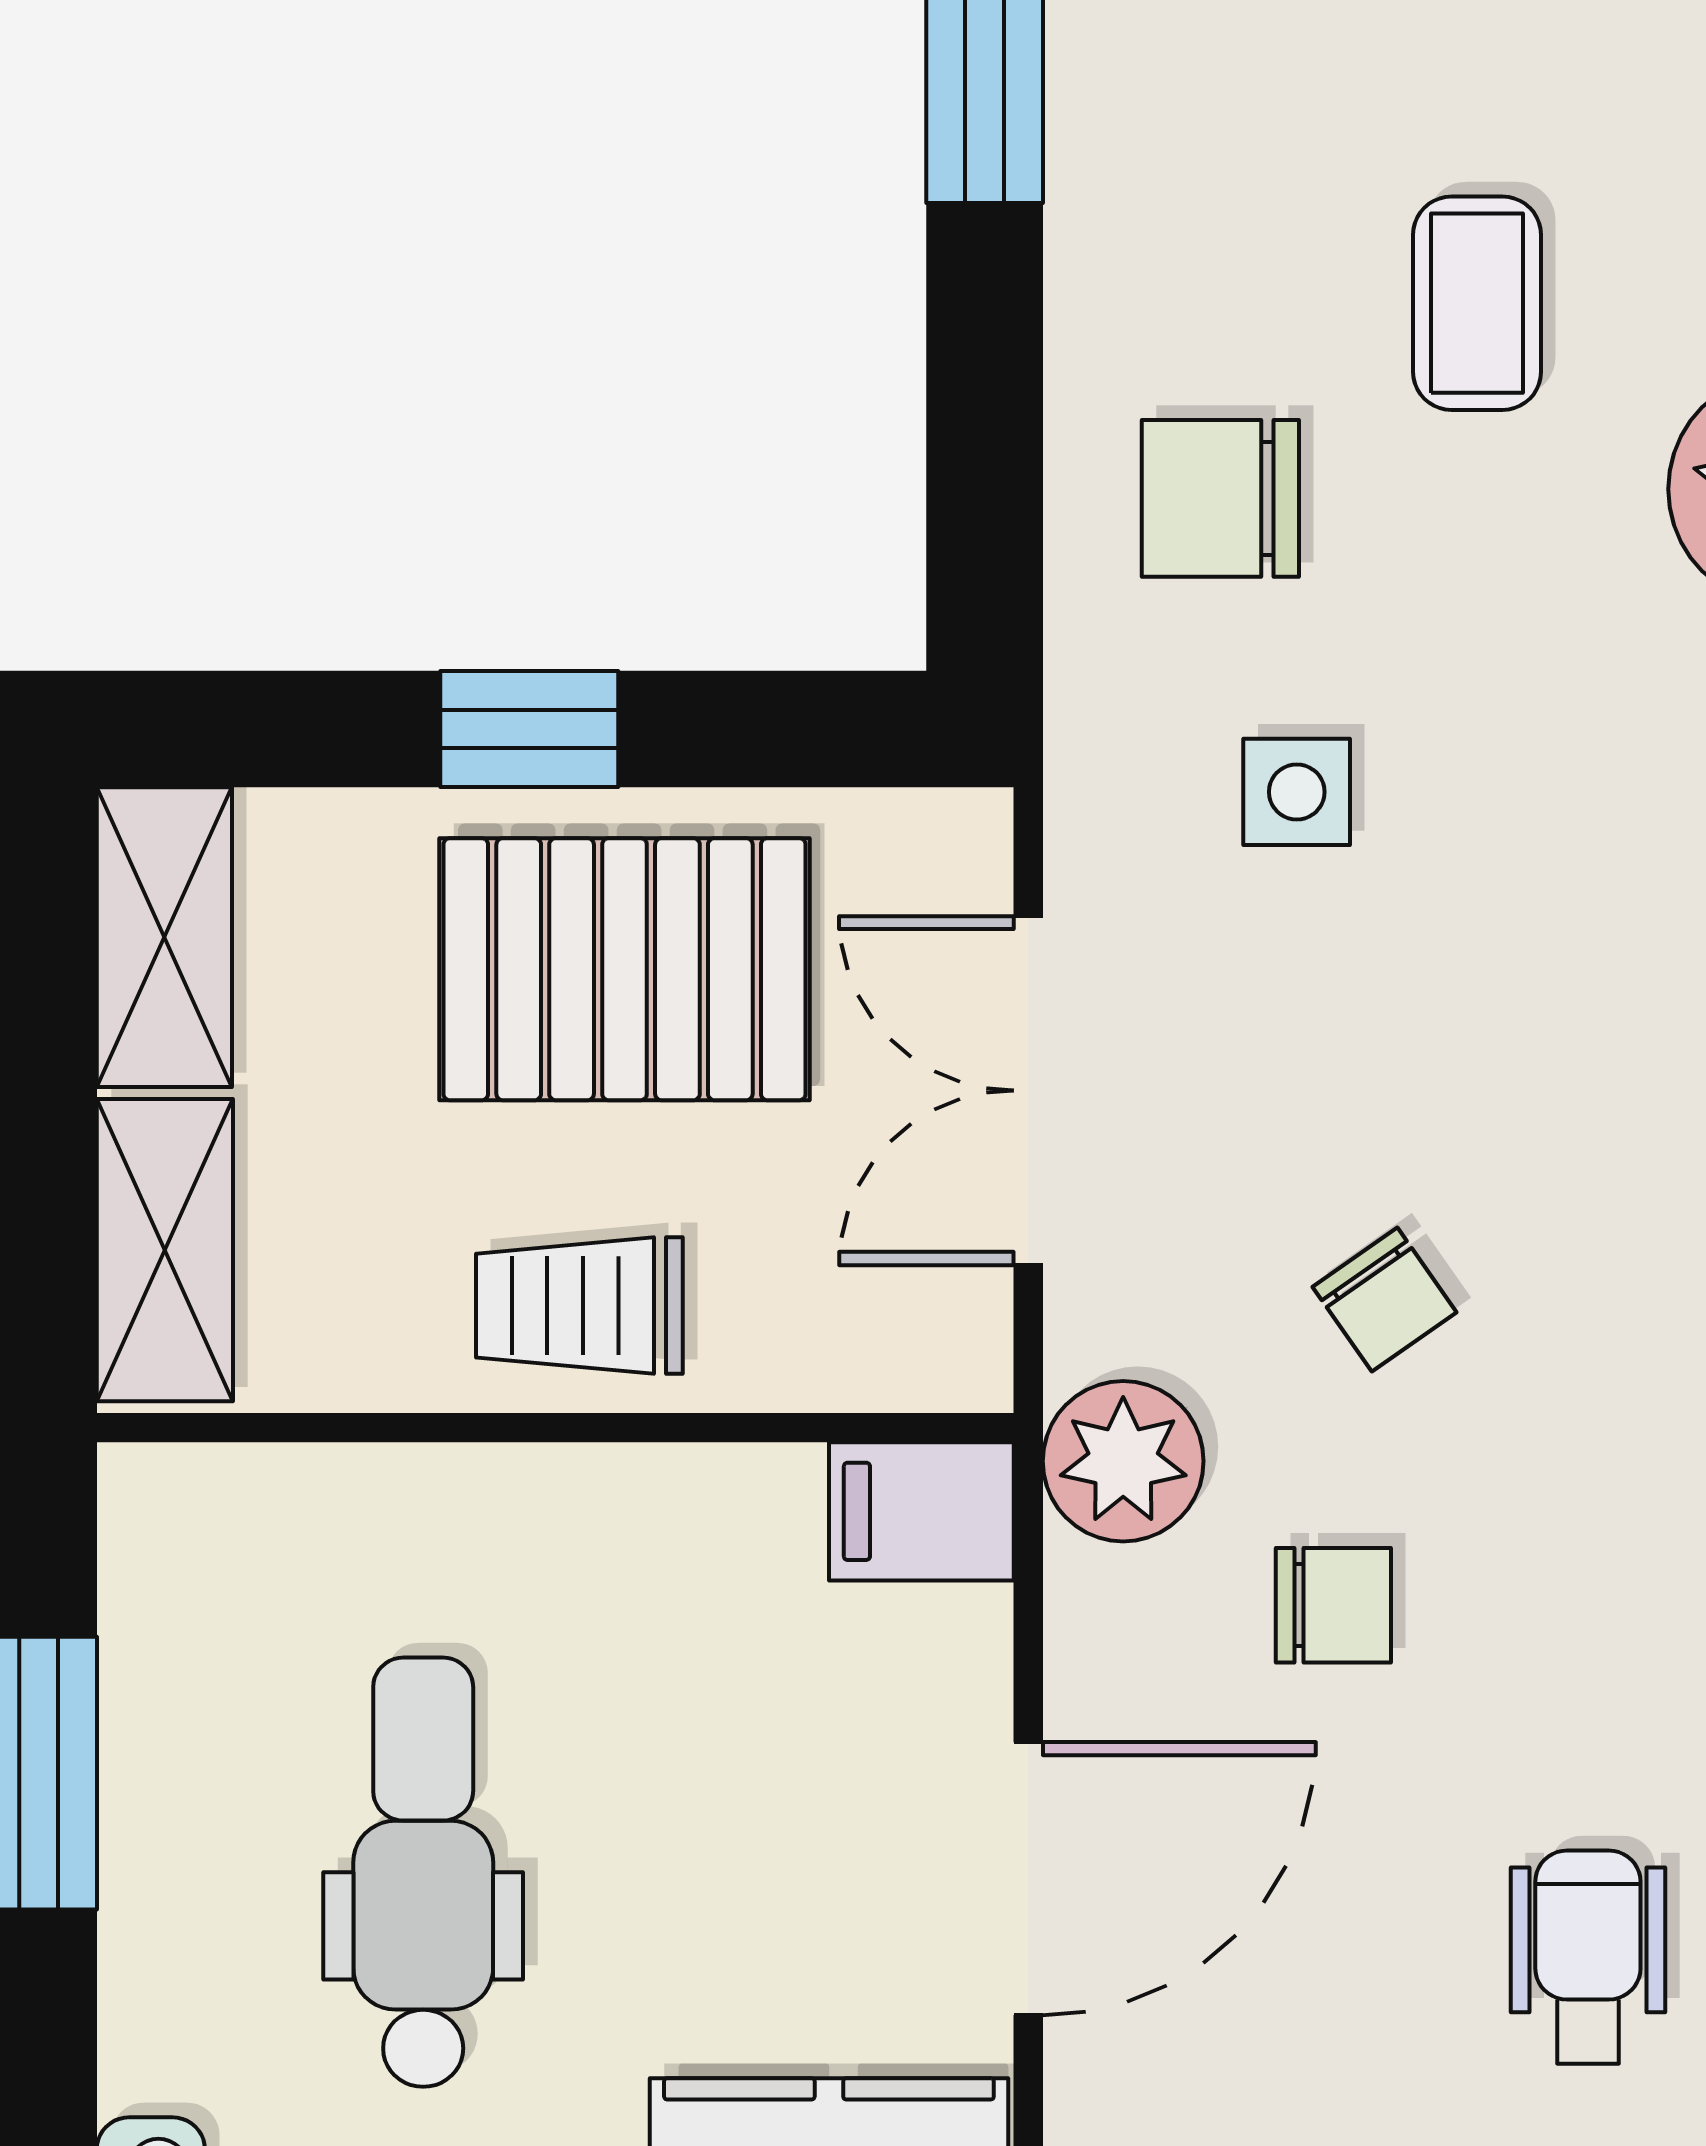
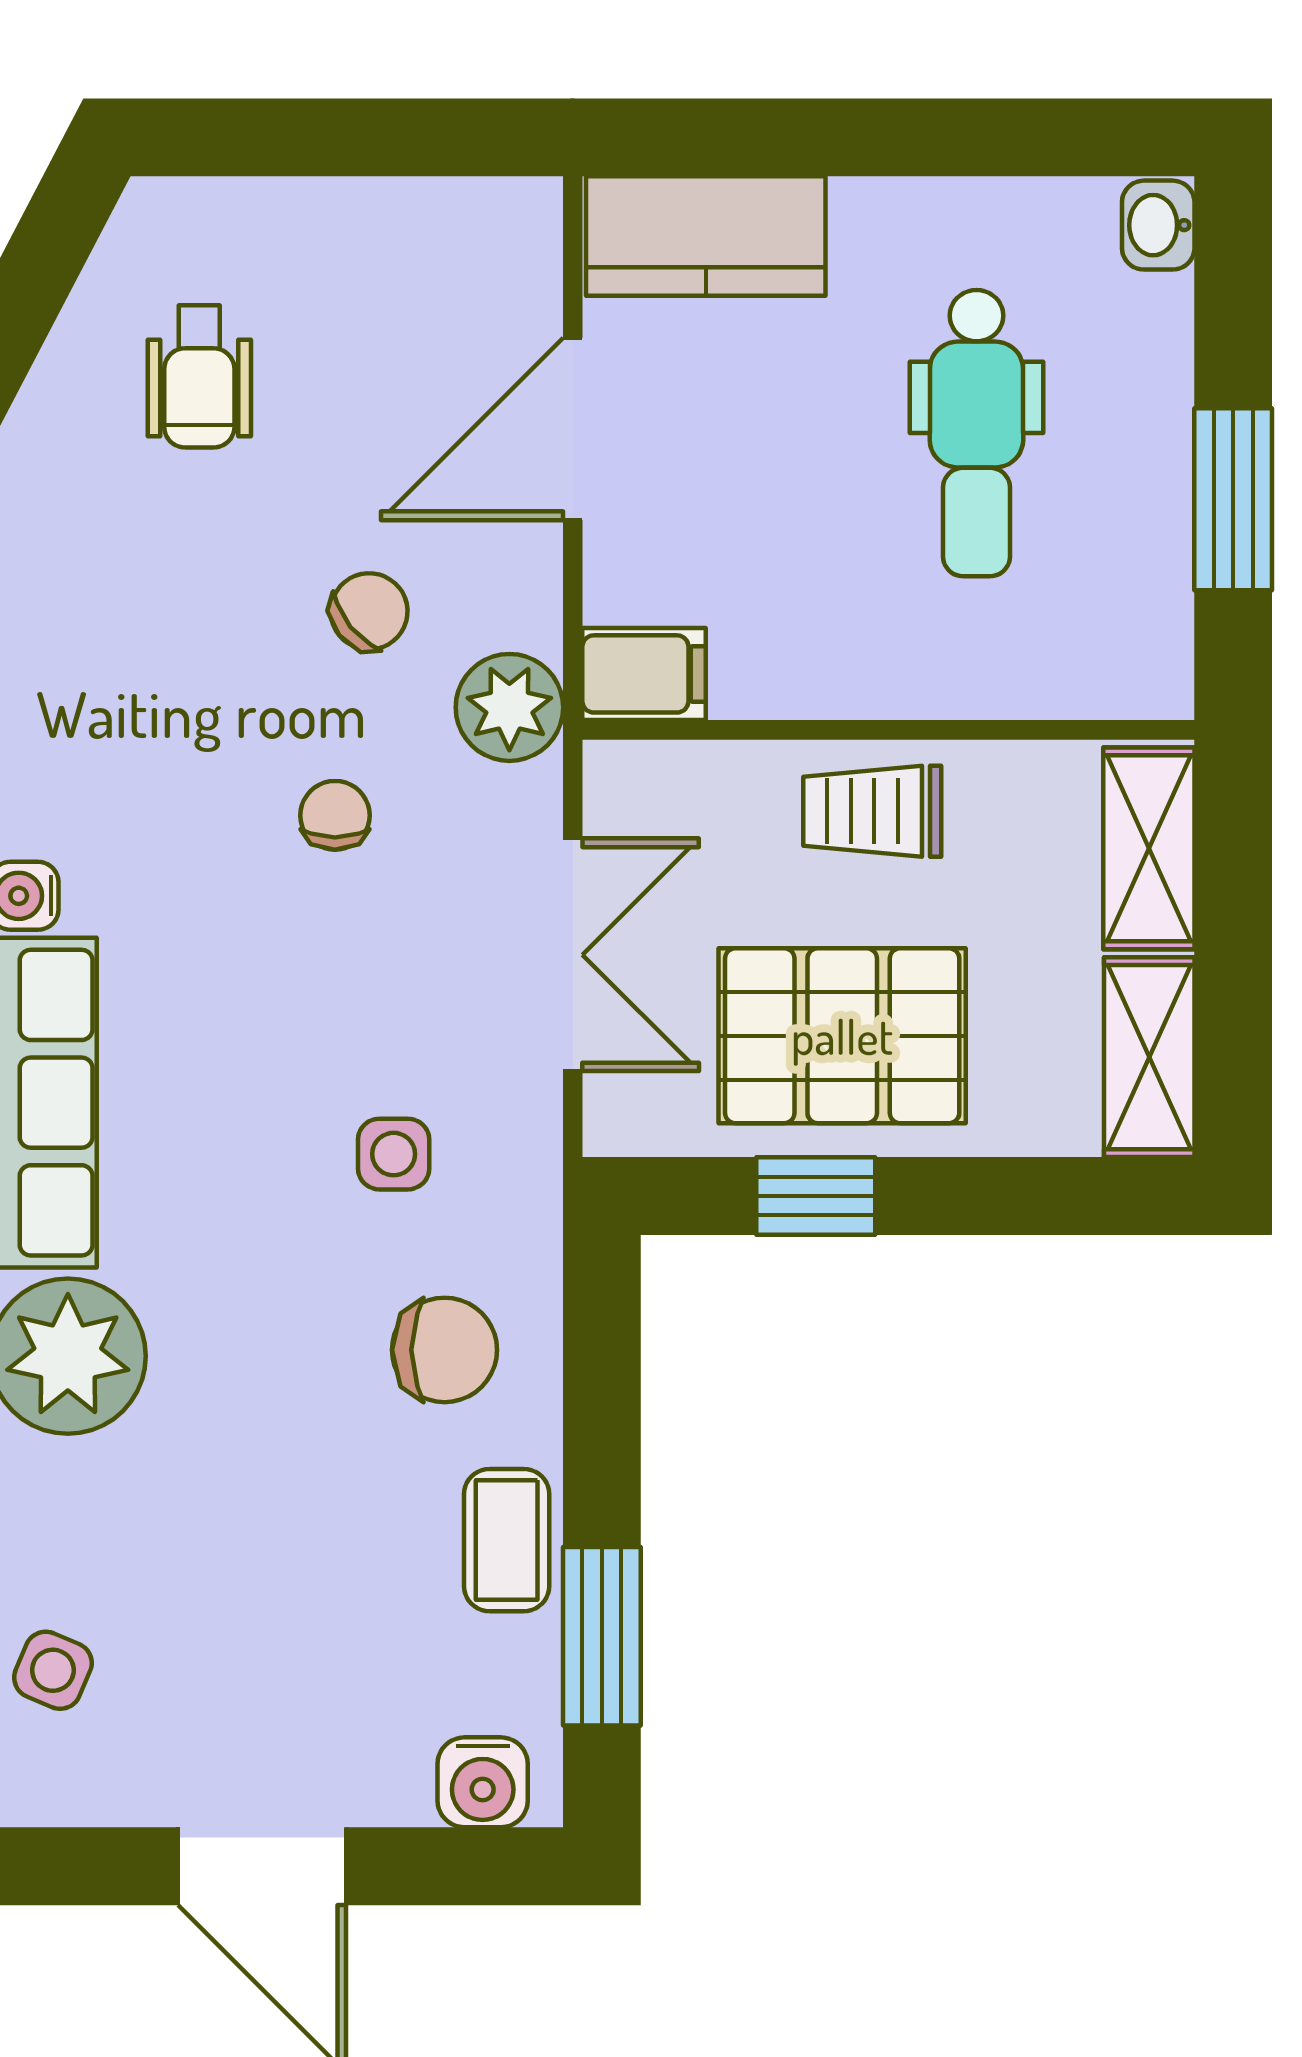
coffee table: (1477, 303) -> (507, 1540), moved
window: (529, 729) -> (816, 1196), moved
chair: (1385, 1300) -> (335, 815), turned 35
trolley: (579, 1306) -> (872, 811), turned 180
chair: (1333, 1605) -> (369, 611), turned 141

